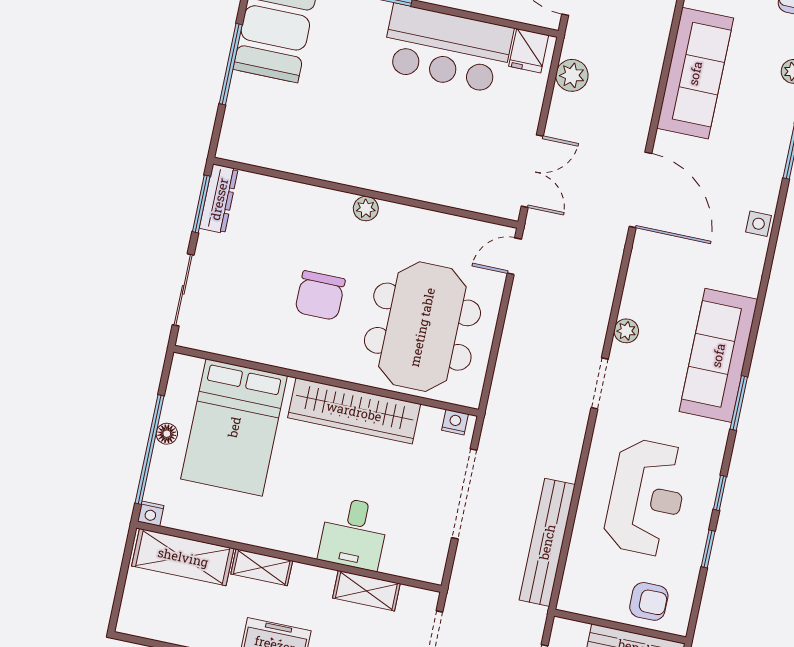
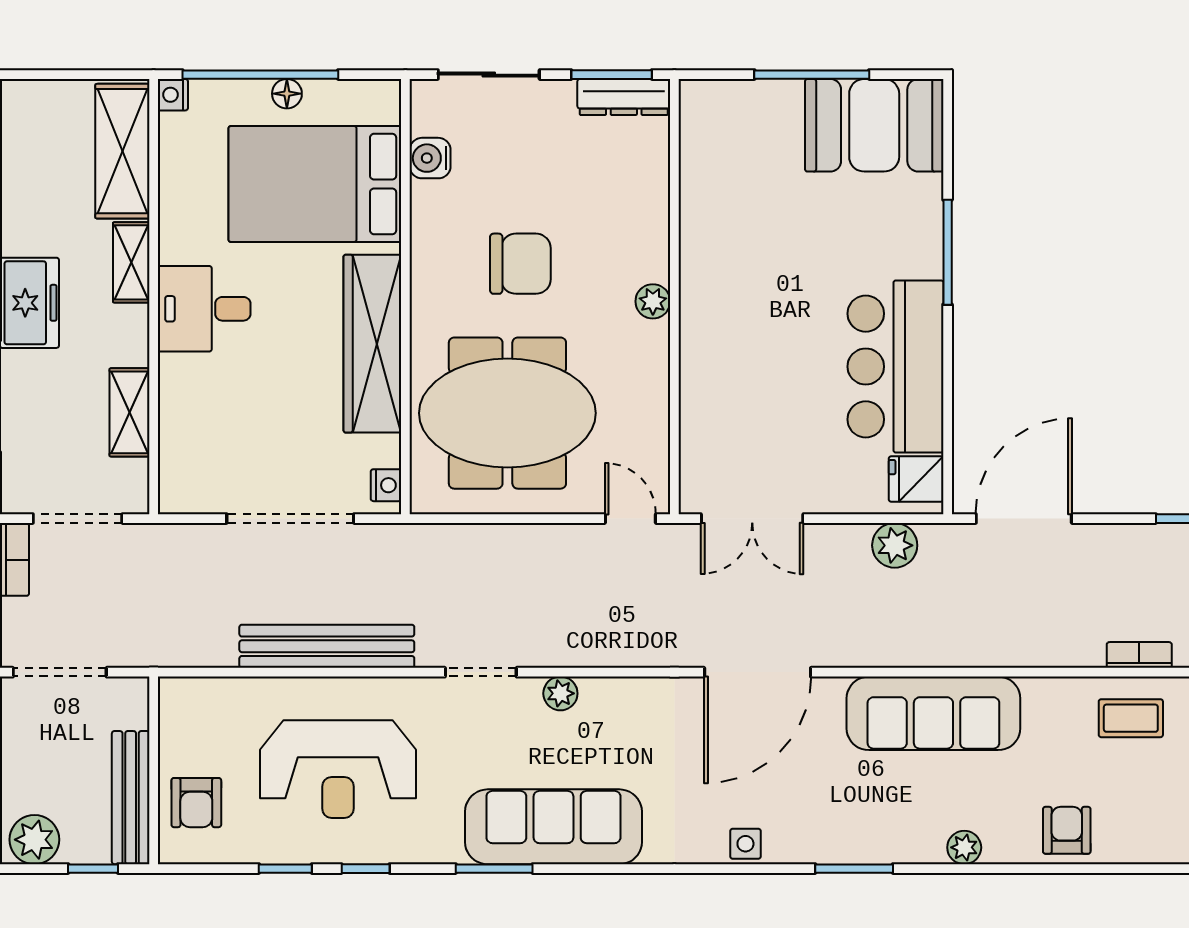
chair: (320, 296) -> (520, 264), turned 180
water cooler: (233, 343) -> (430, 158), added
desk: (354, 533) -> (204, 309), moved
bench: (547, 542) -> (327, 646), moved

